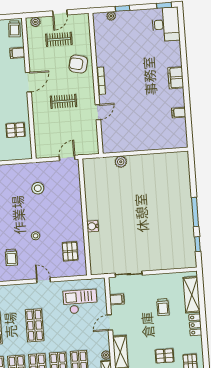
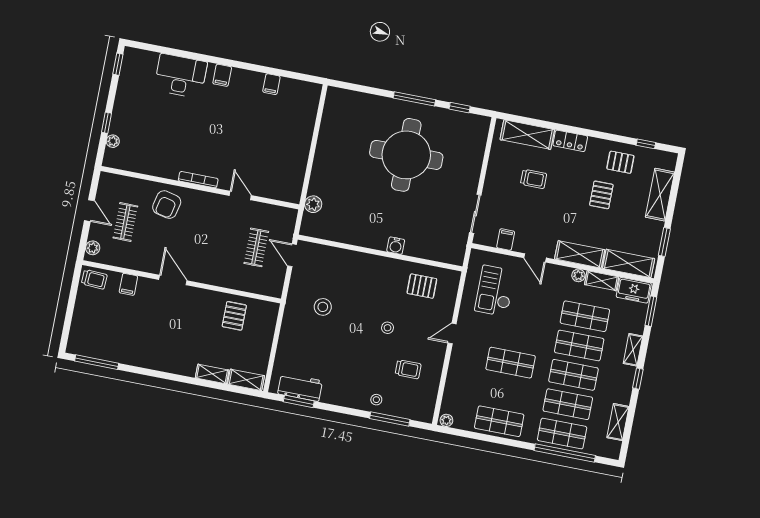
desk: (166, 24) -> (181, 76), moved
filing cabinet: (176, 78) -> (222, 75), width x0.50
clothes rail: (63, 101) -> (256, 247), moved
plant: (121, 162) -> (313, 204), moved
round table: (156, 217) -> (406, 155), added

